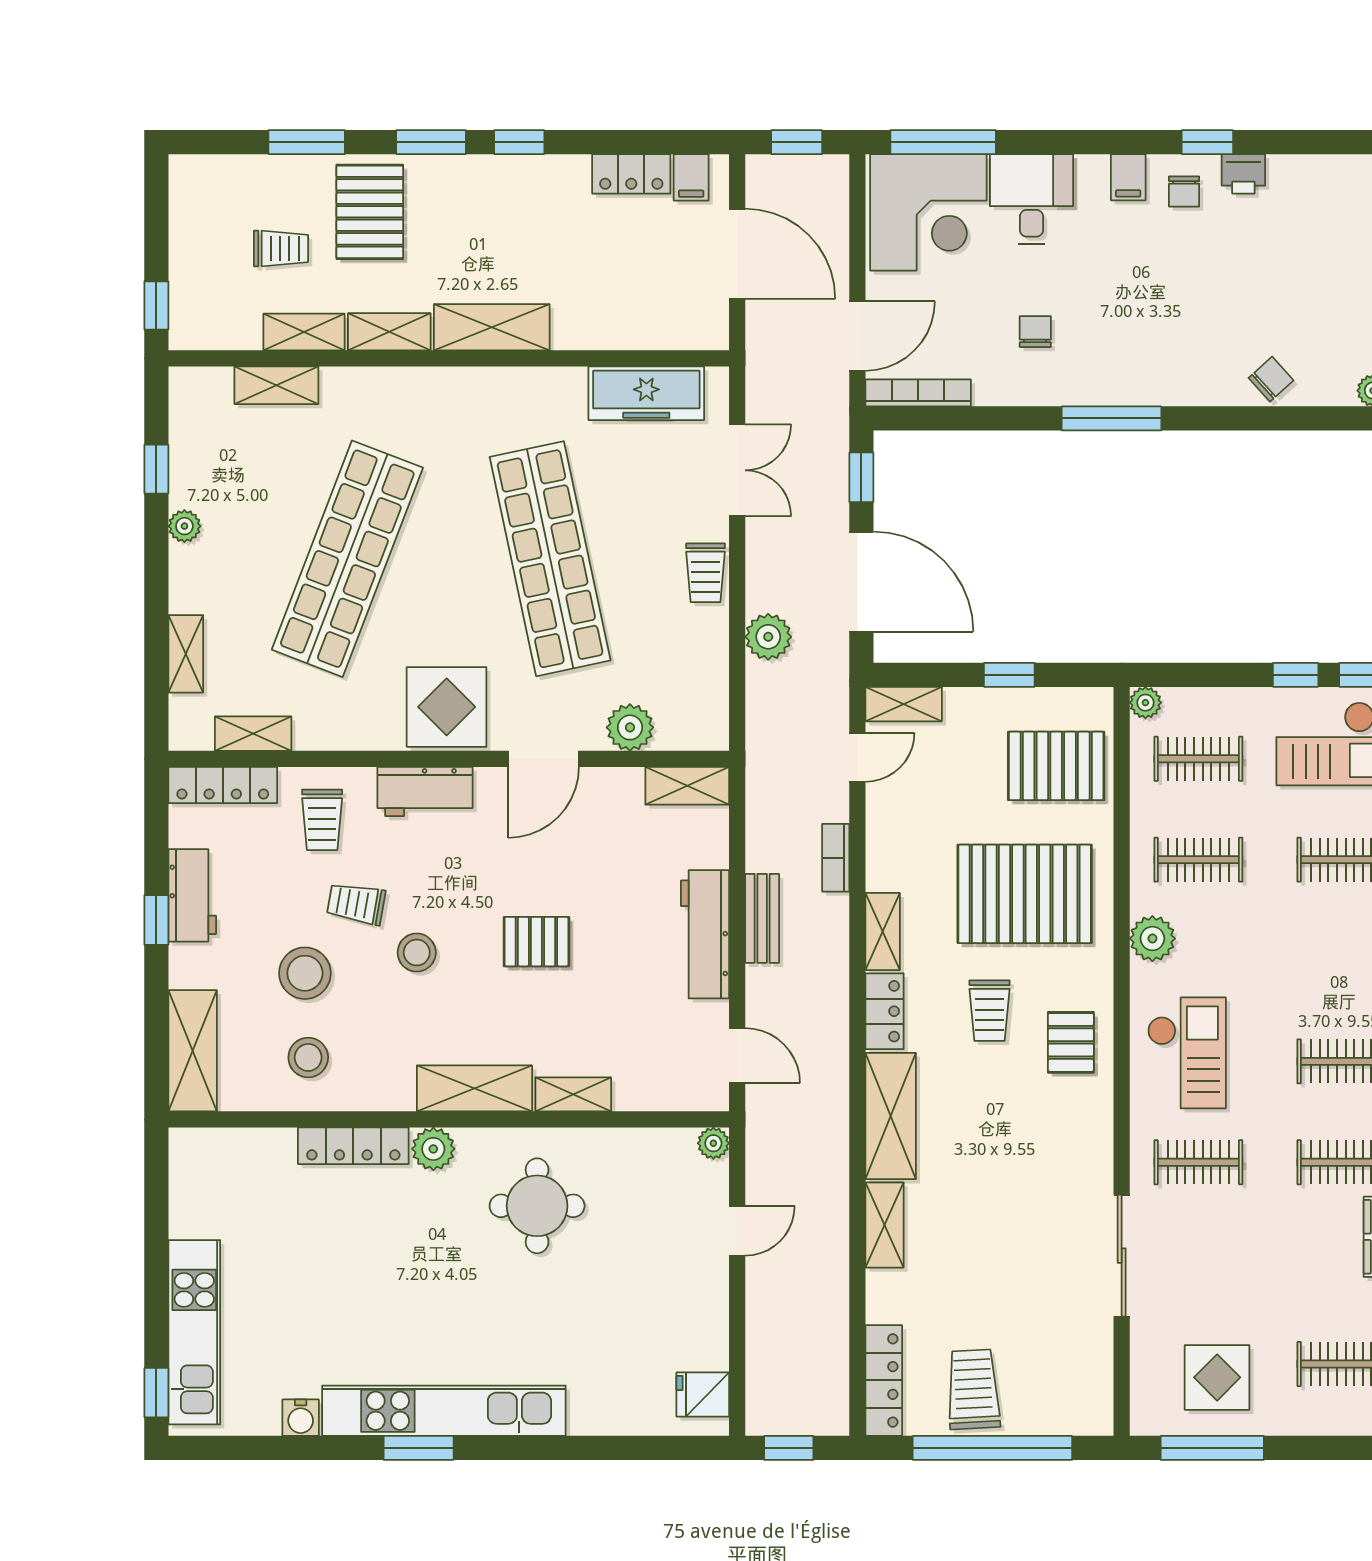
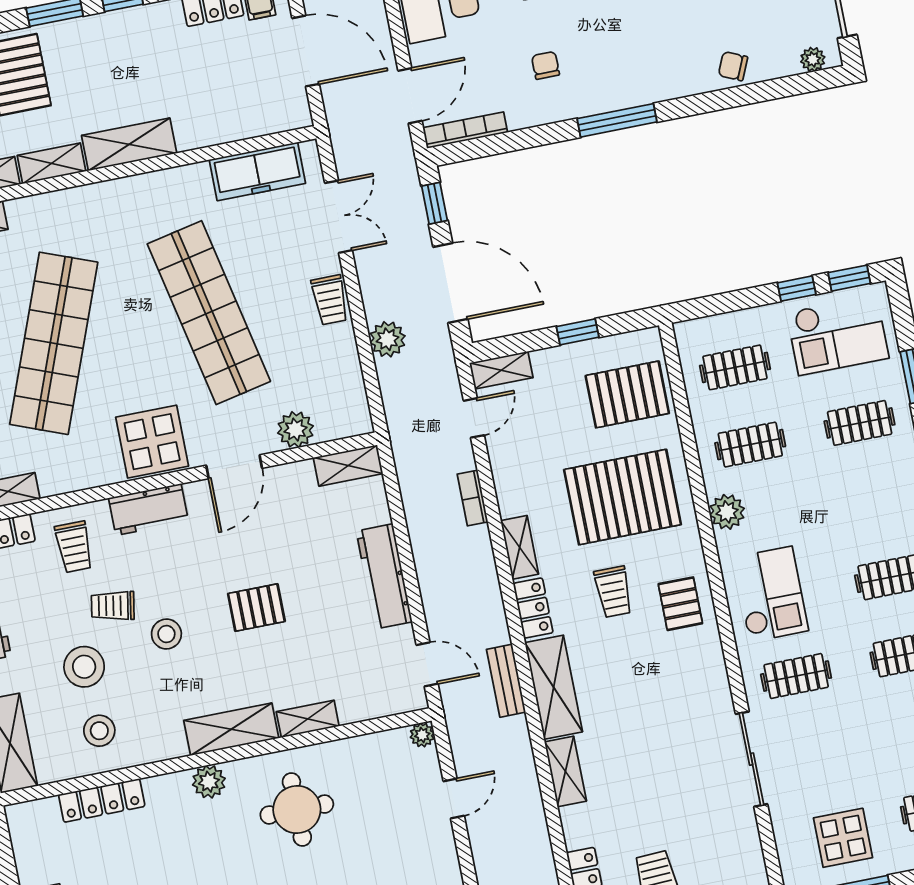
chair: (1271, 379) -> (733, 66), turned -114
plant: (1145, 703) -> (686, 333), removed
bench: (762, 918) -> (506, 681), moved
locker: (353, 1146) -> (102, 800), moved

